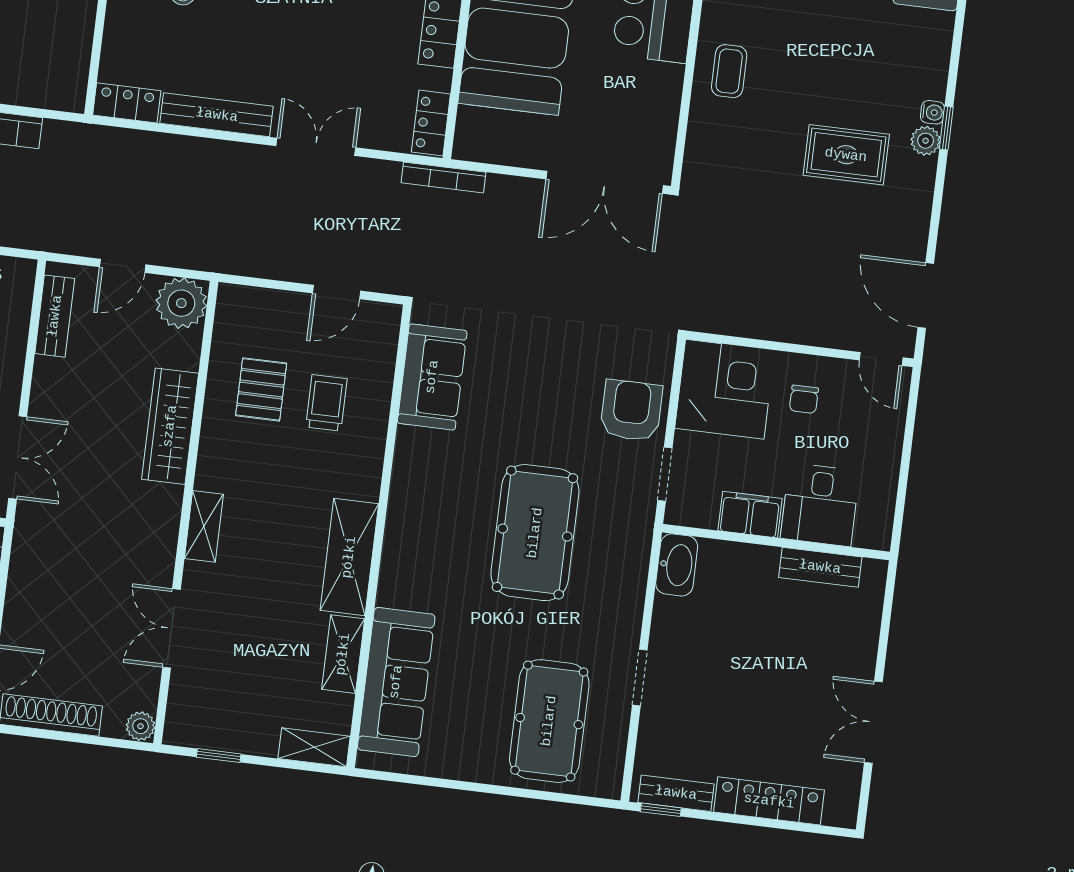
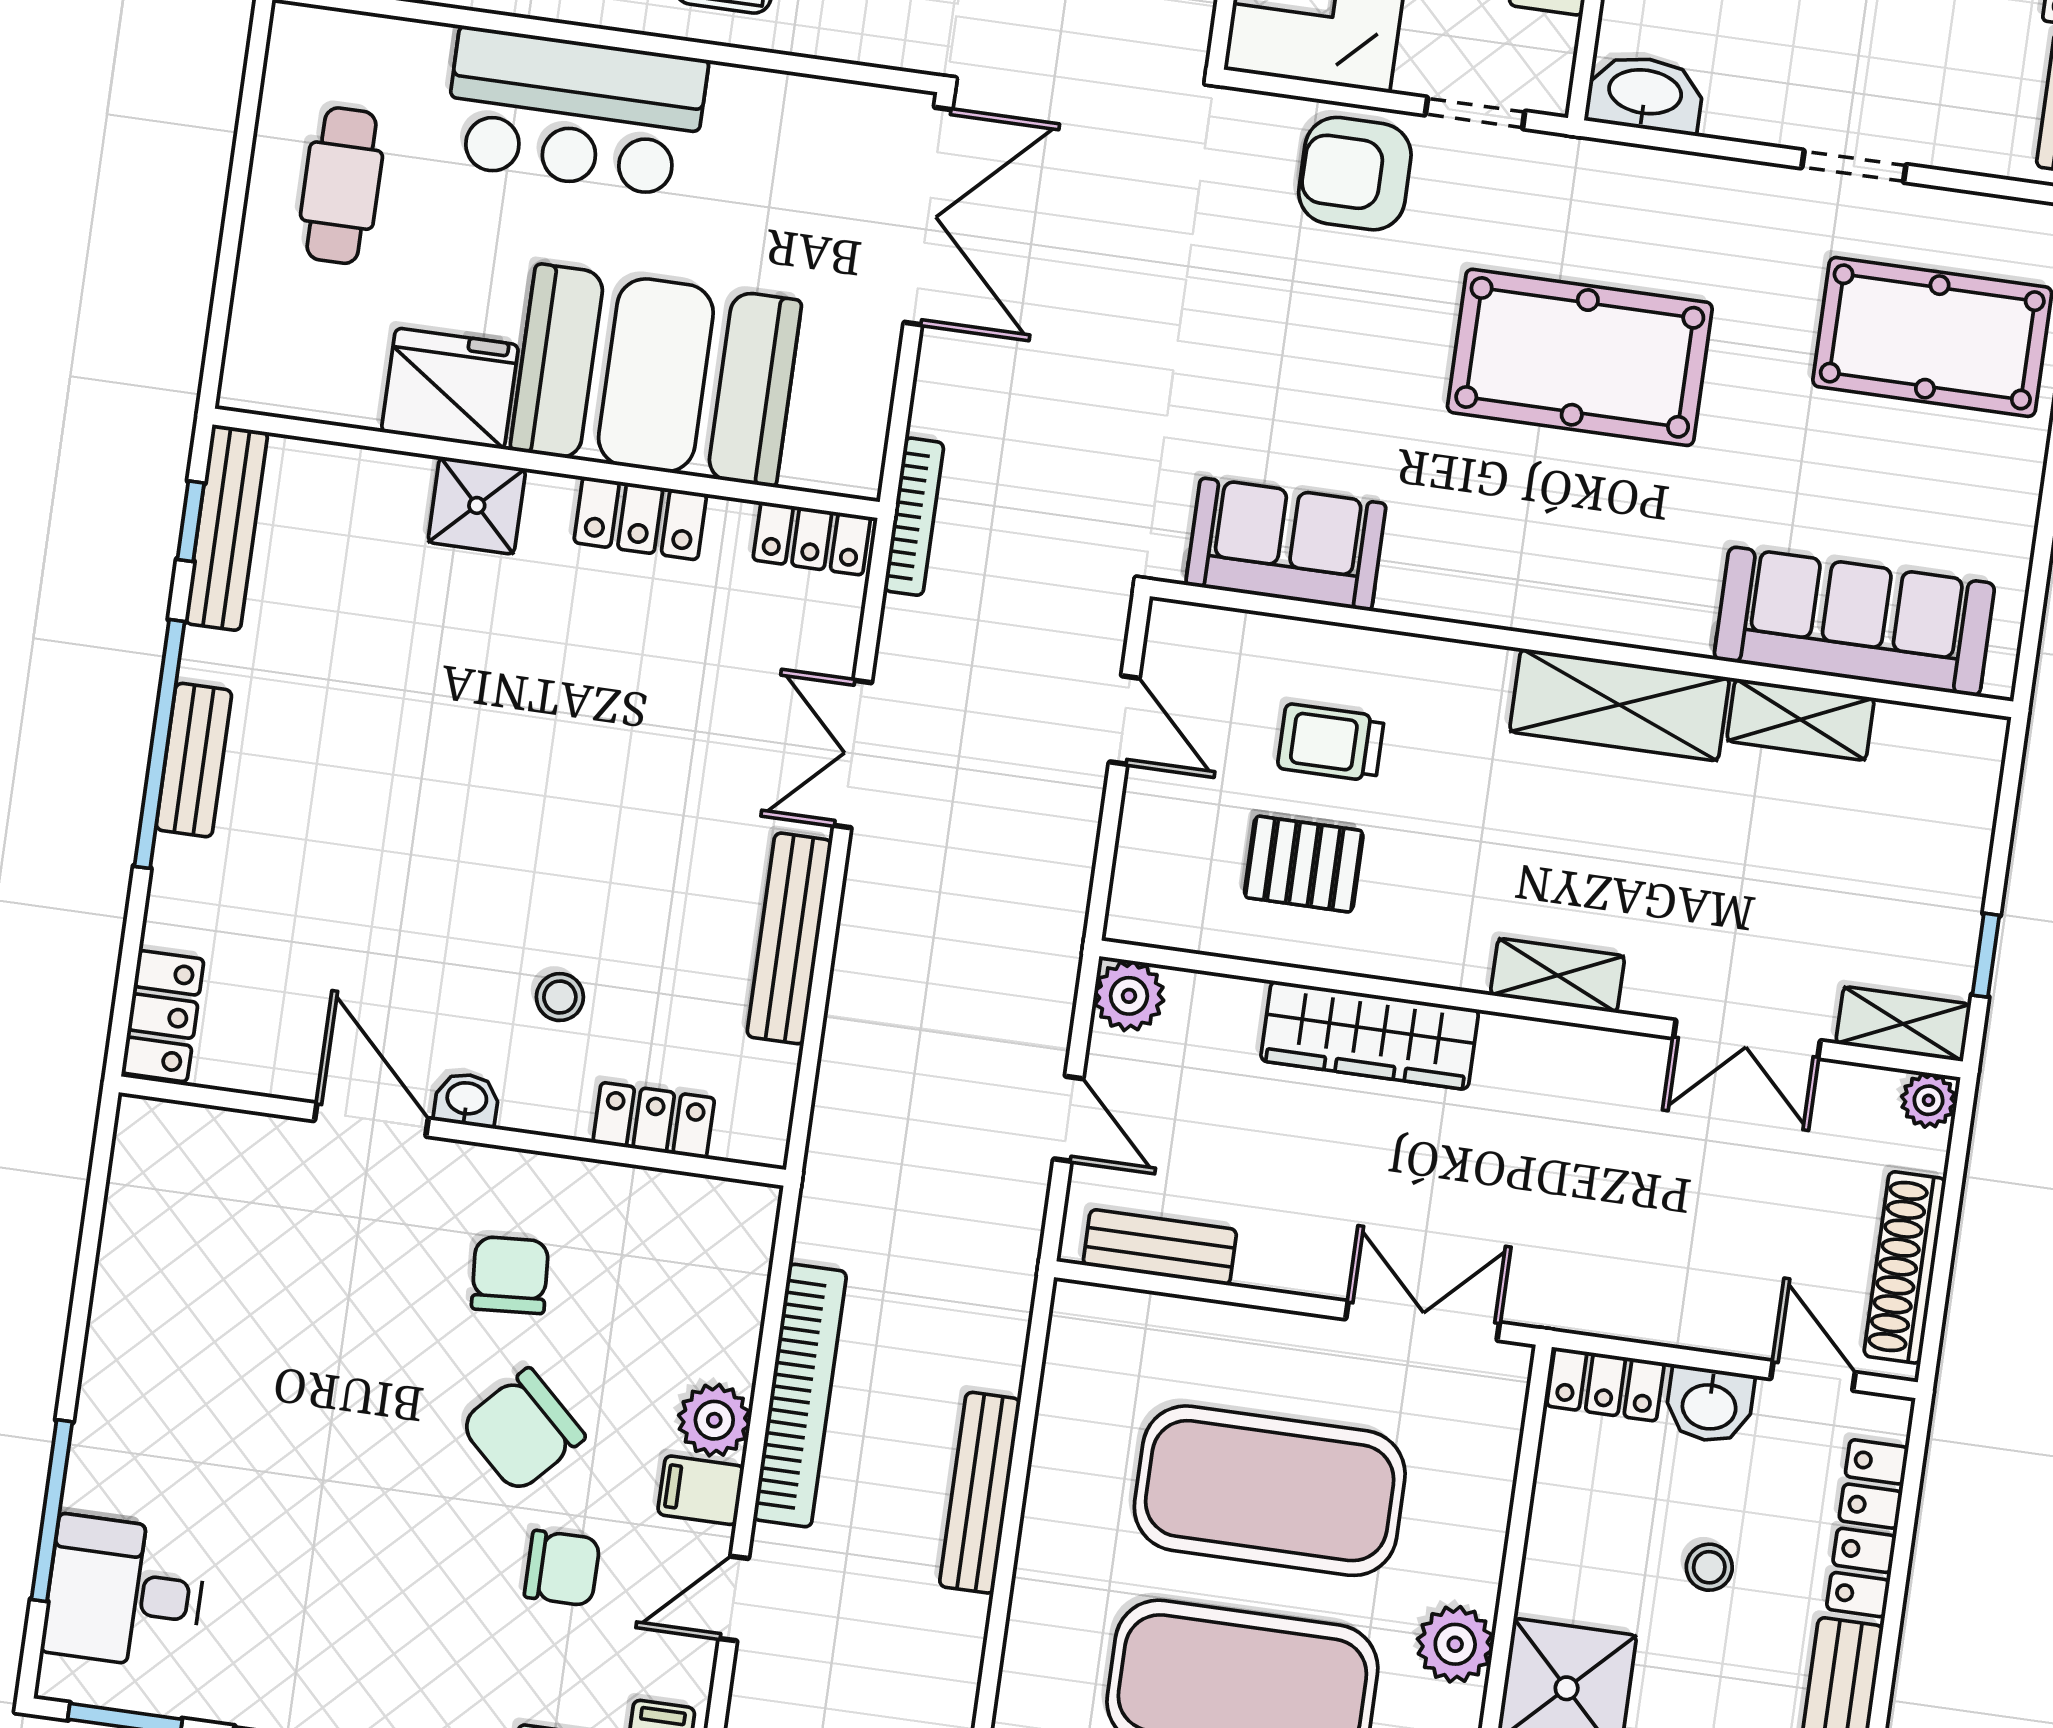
locker: (127, 103) -> (654, 1120), moved, turned 90
plant: (181, 303) -> (1129, 996), width x0.73, depth x0.73
shelving: (314, 747) -> (1903, 1024), moved, turned 90

